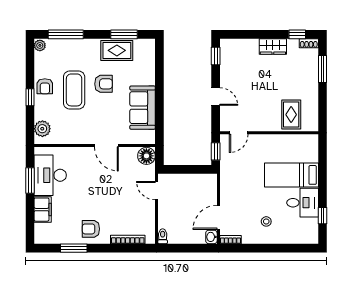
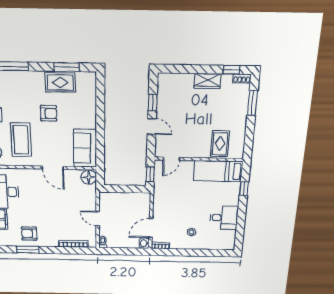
window: (216, 56) -> (153, 103), moved
coffee table: (74, 90) -> (21, 140), moved
sofa: (143, 108) -> (85, 148), moved
bed: (292, 175) -> (218, 171), moved
door: (157, 191) -> (98, 219), moved
window: (323, 216) -> (244, 189), moved
armchair: (91, 229) -> (29, 234), moved

